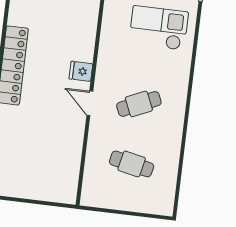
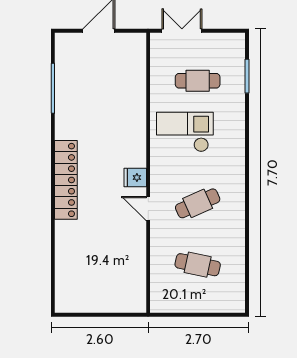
checkout: (159, 28) -> (185, 132), moved

